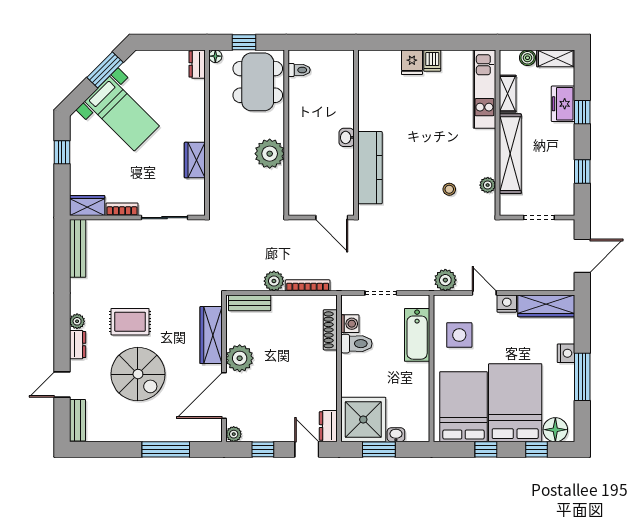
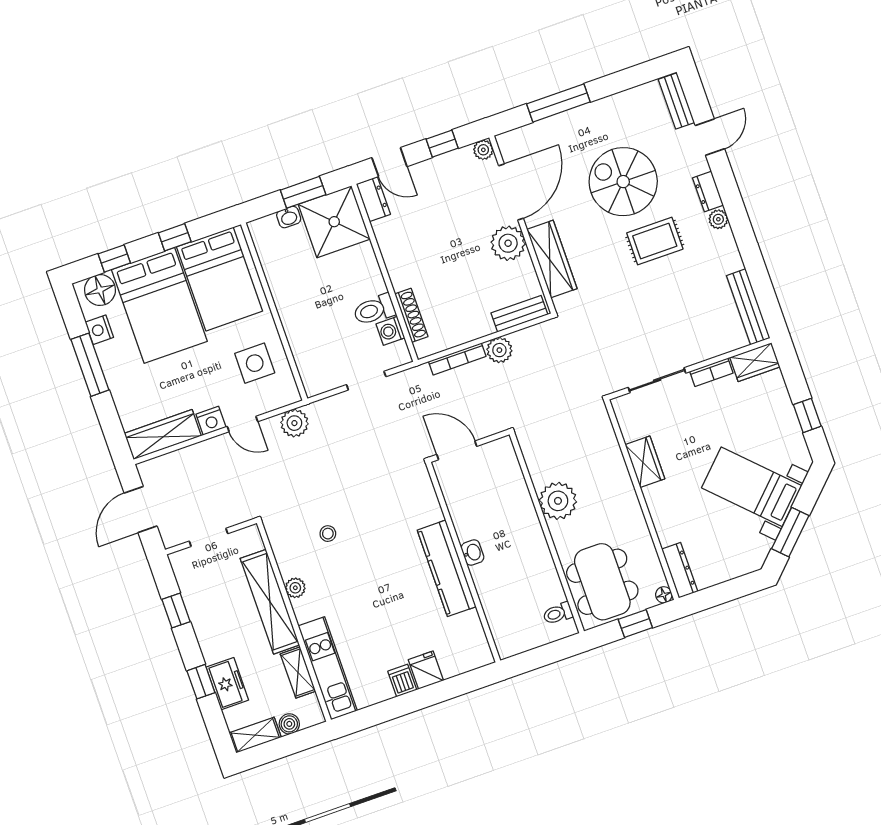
dresser: (197, 64) -> (680, 570), width x1.44
kitchen counter: (370, 168) -> (447, 568), moved
plant: (488, 185) -> (295, 588), moved
bathtub: (417, 335) -> (305, 346), removed
nightstand: (566, 353) -> (99, 330), moved

